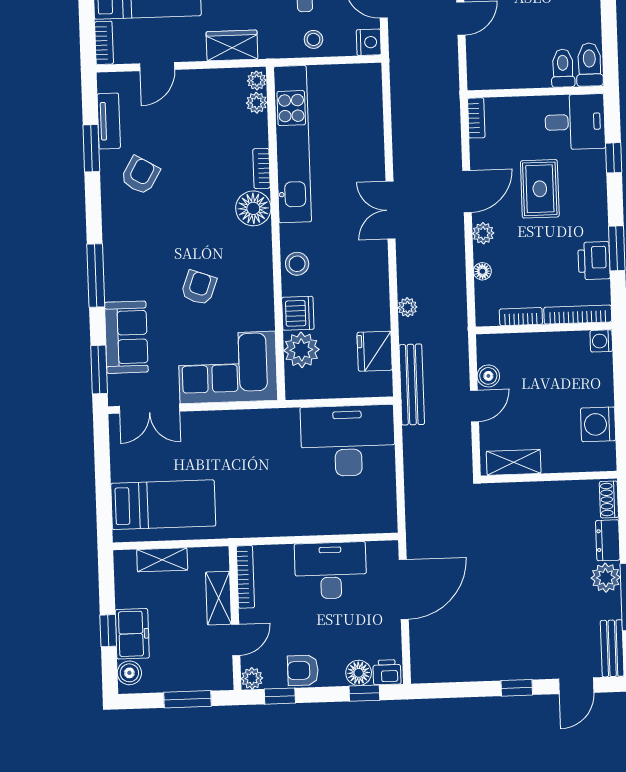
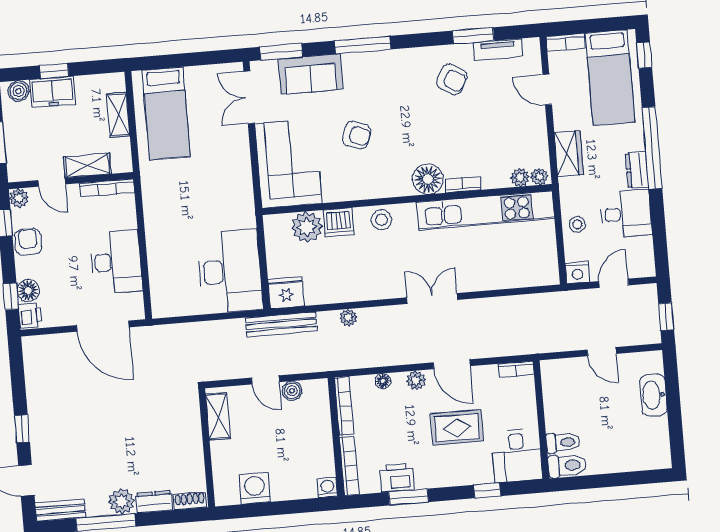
bookcase: (521, 317) -> (344, 406), width x1.56
fridge: (375, 351) -> (286, 293), moved

